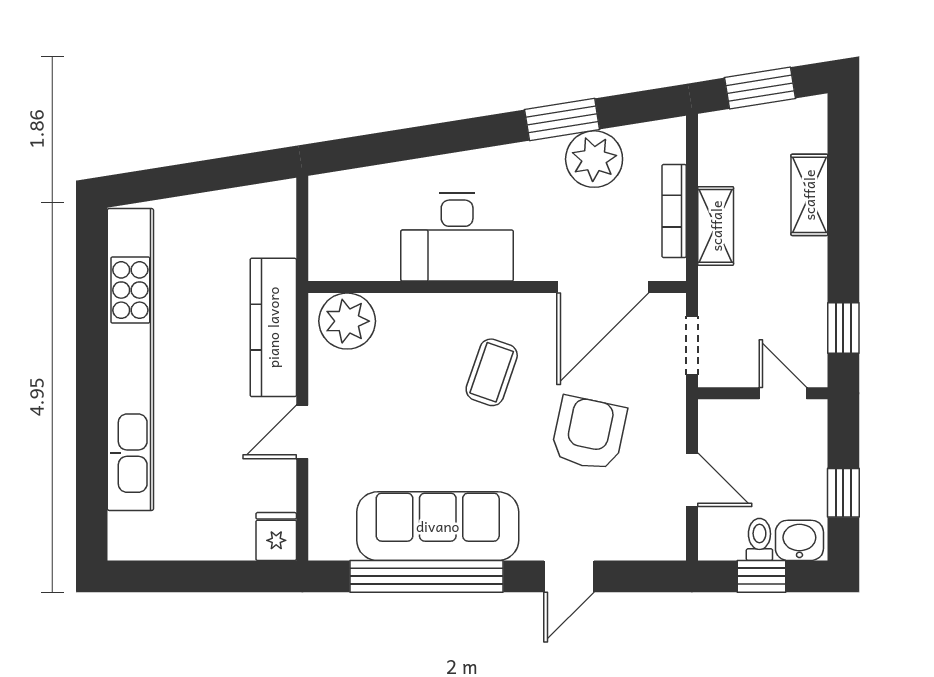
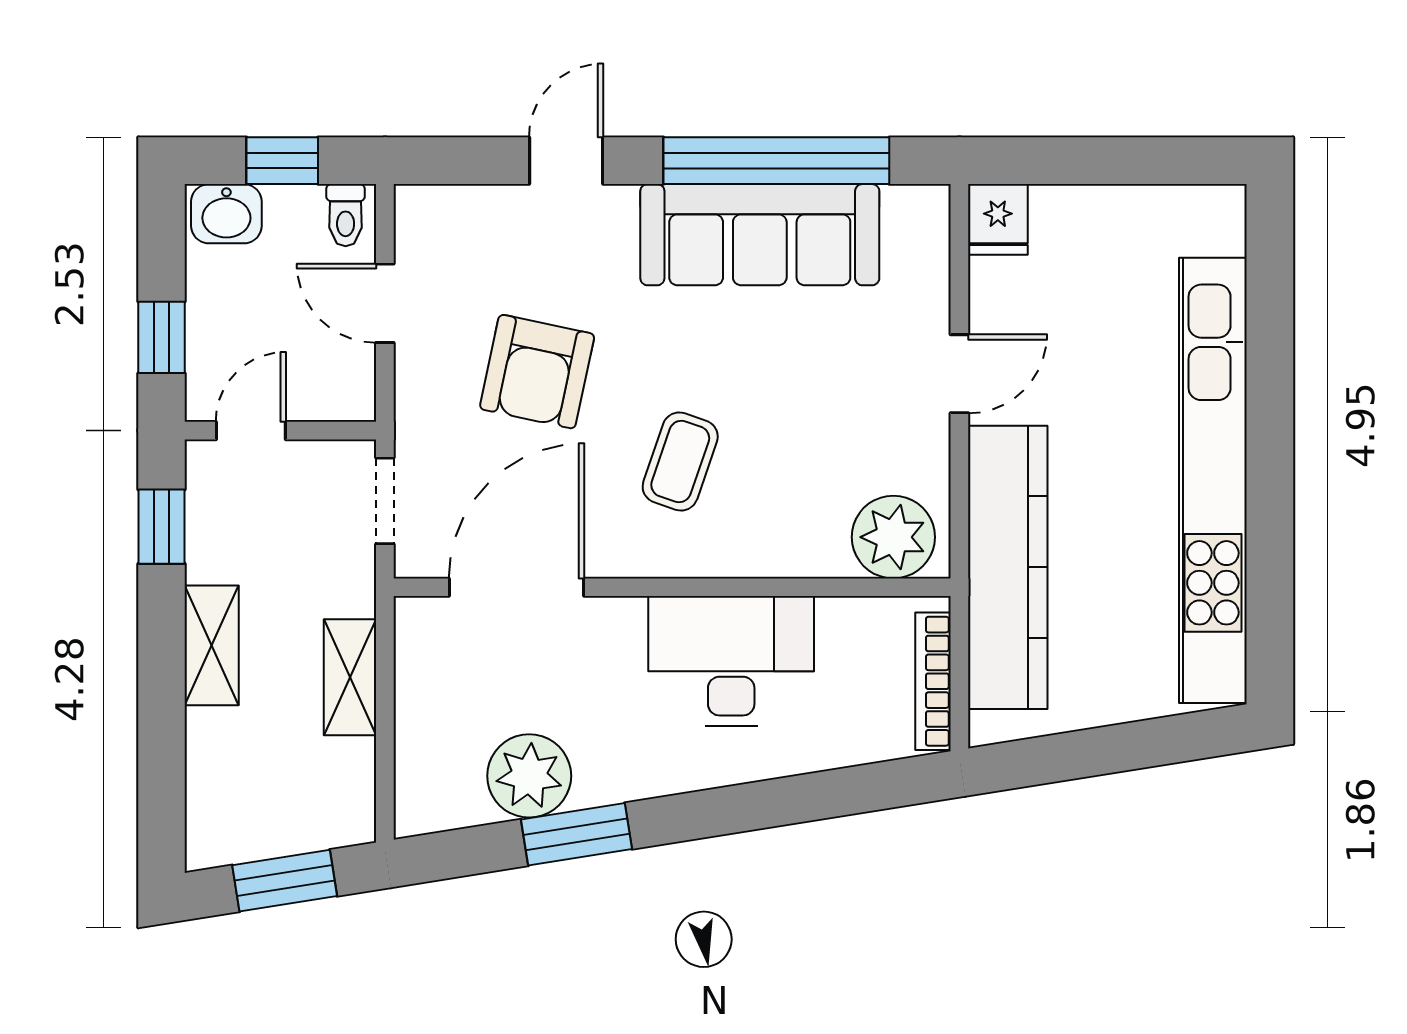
shelving: (809, 195) -> (212, 645), moved
bookcase: (674, 211) -> (933, 681), moved, turned 180
kitchen counter: (273, 327) -> (1008, 567), width x1.39, depth x1.17
door: (783, 393) -> (251, 431), swing flipped
window: (843, 493) -> (161, 337), moved
toilet: (759, 539) -> (346, 215), moved

